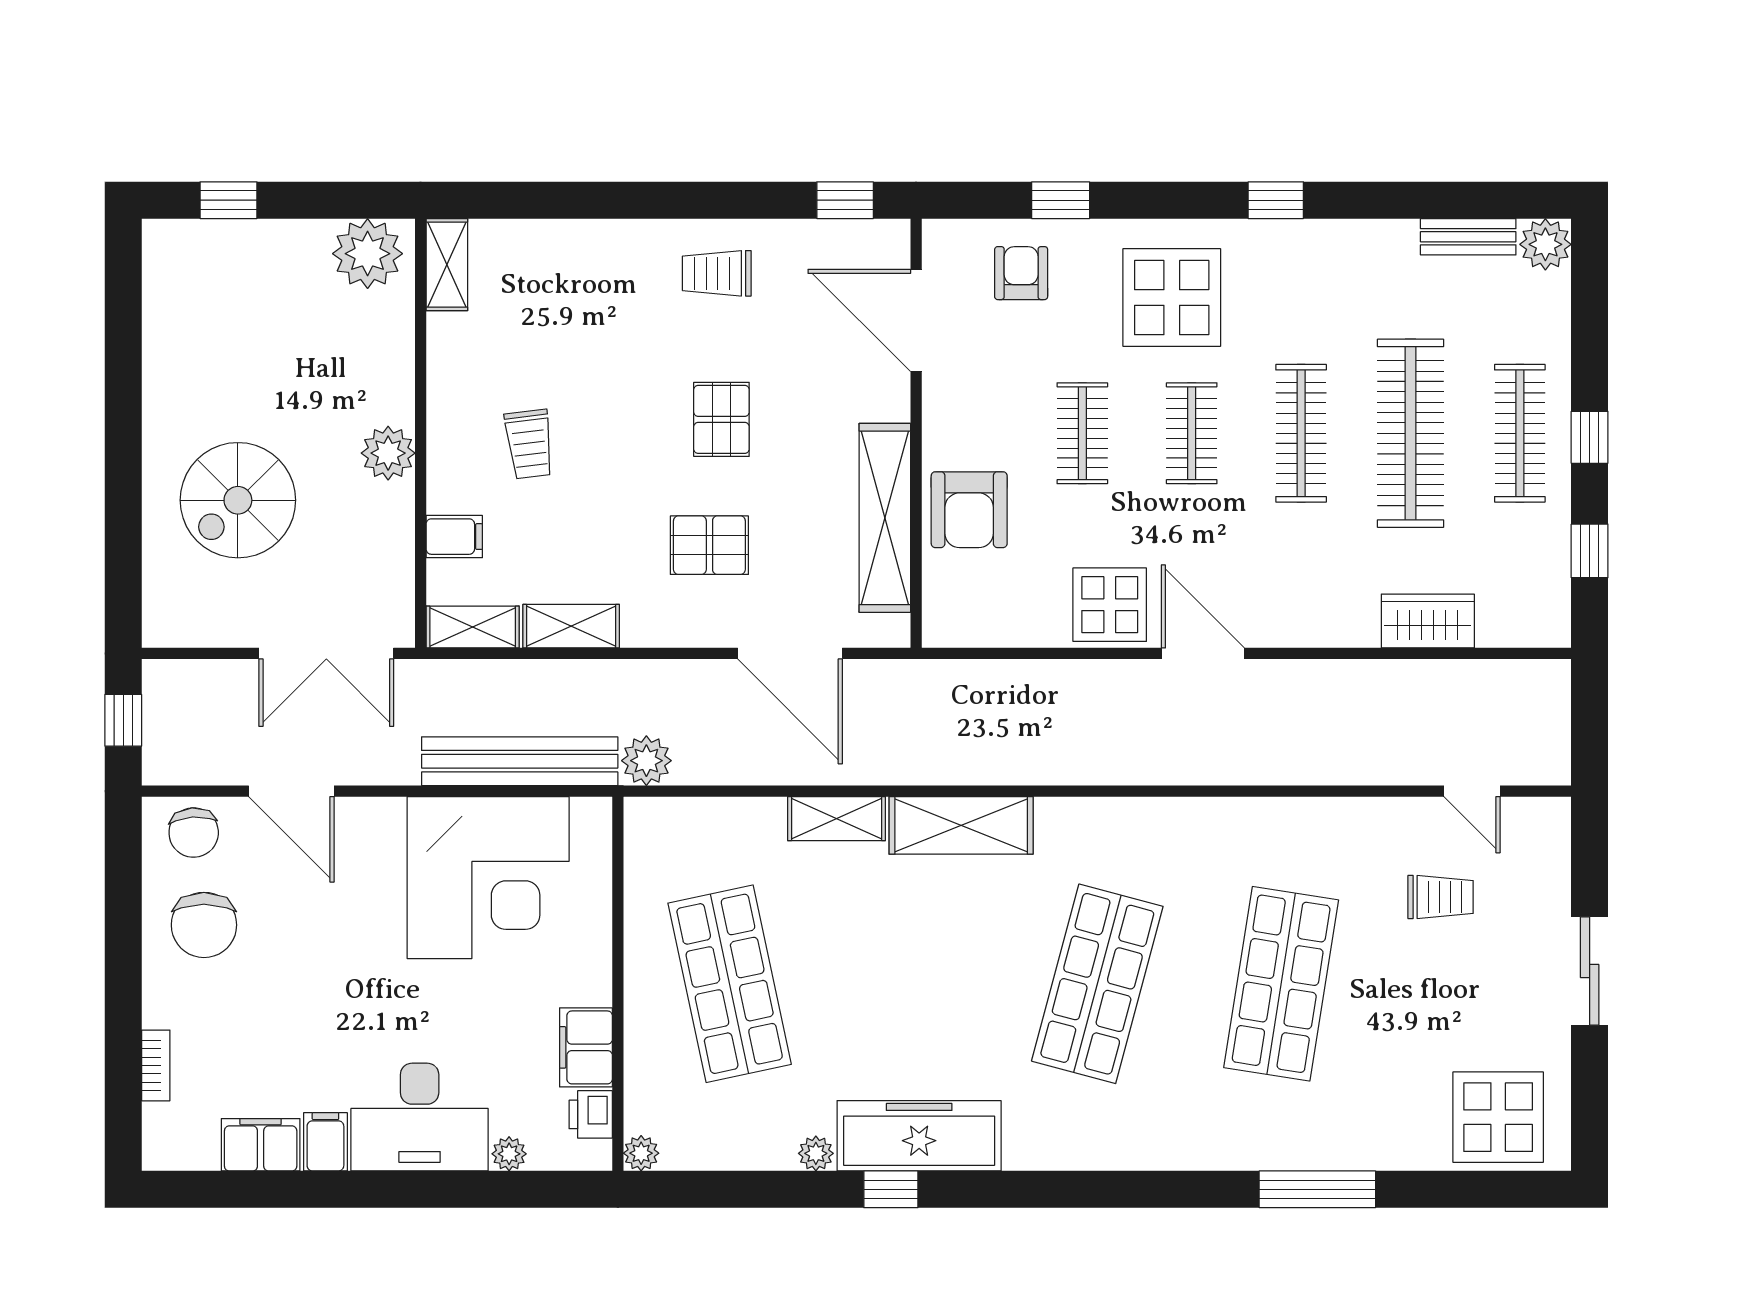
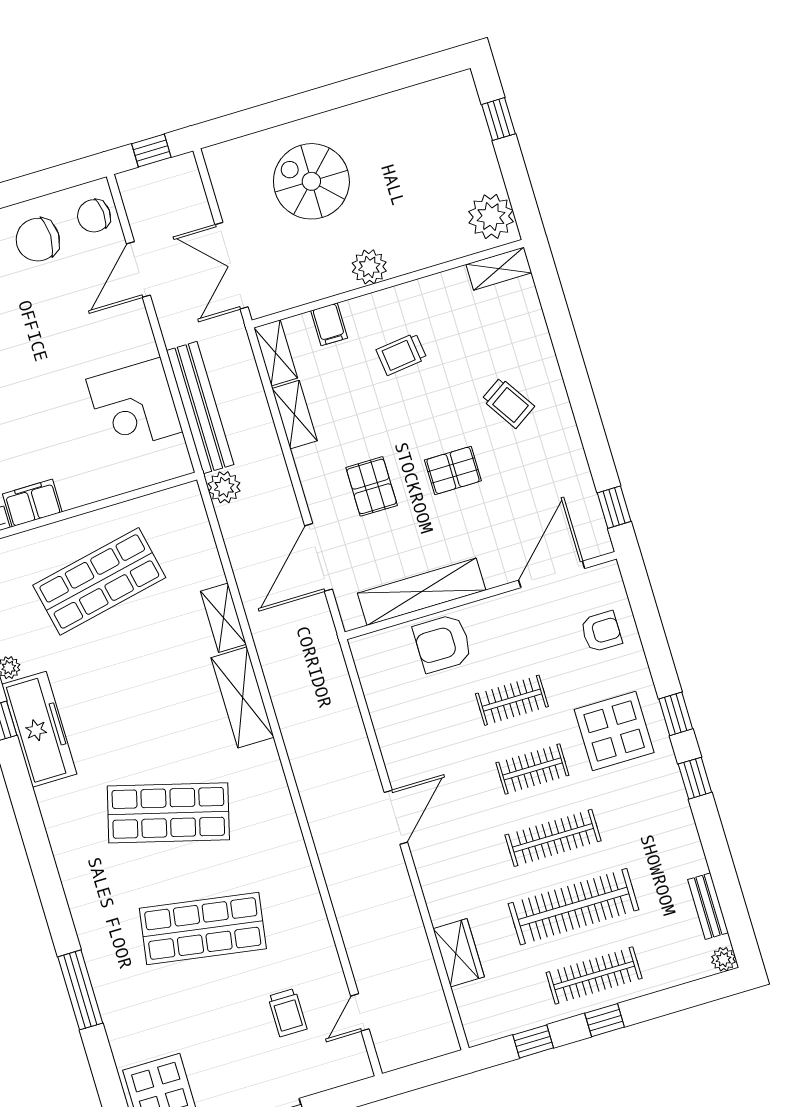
window: (1061, 200) -> (676, 714), moved
plant: (1545, 244) -> (723, 959), width x0.73, depth x0.73
trolley: (717, 273) -> (508, 403), moved, turned 147
display table: (1110, 605) -> (409, 750), removed
corner desk: (488, 878) -> (134, 406), width x0.74, depth x0.74

